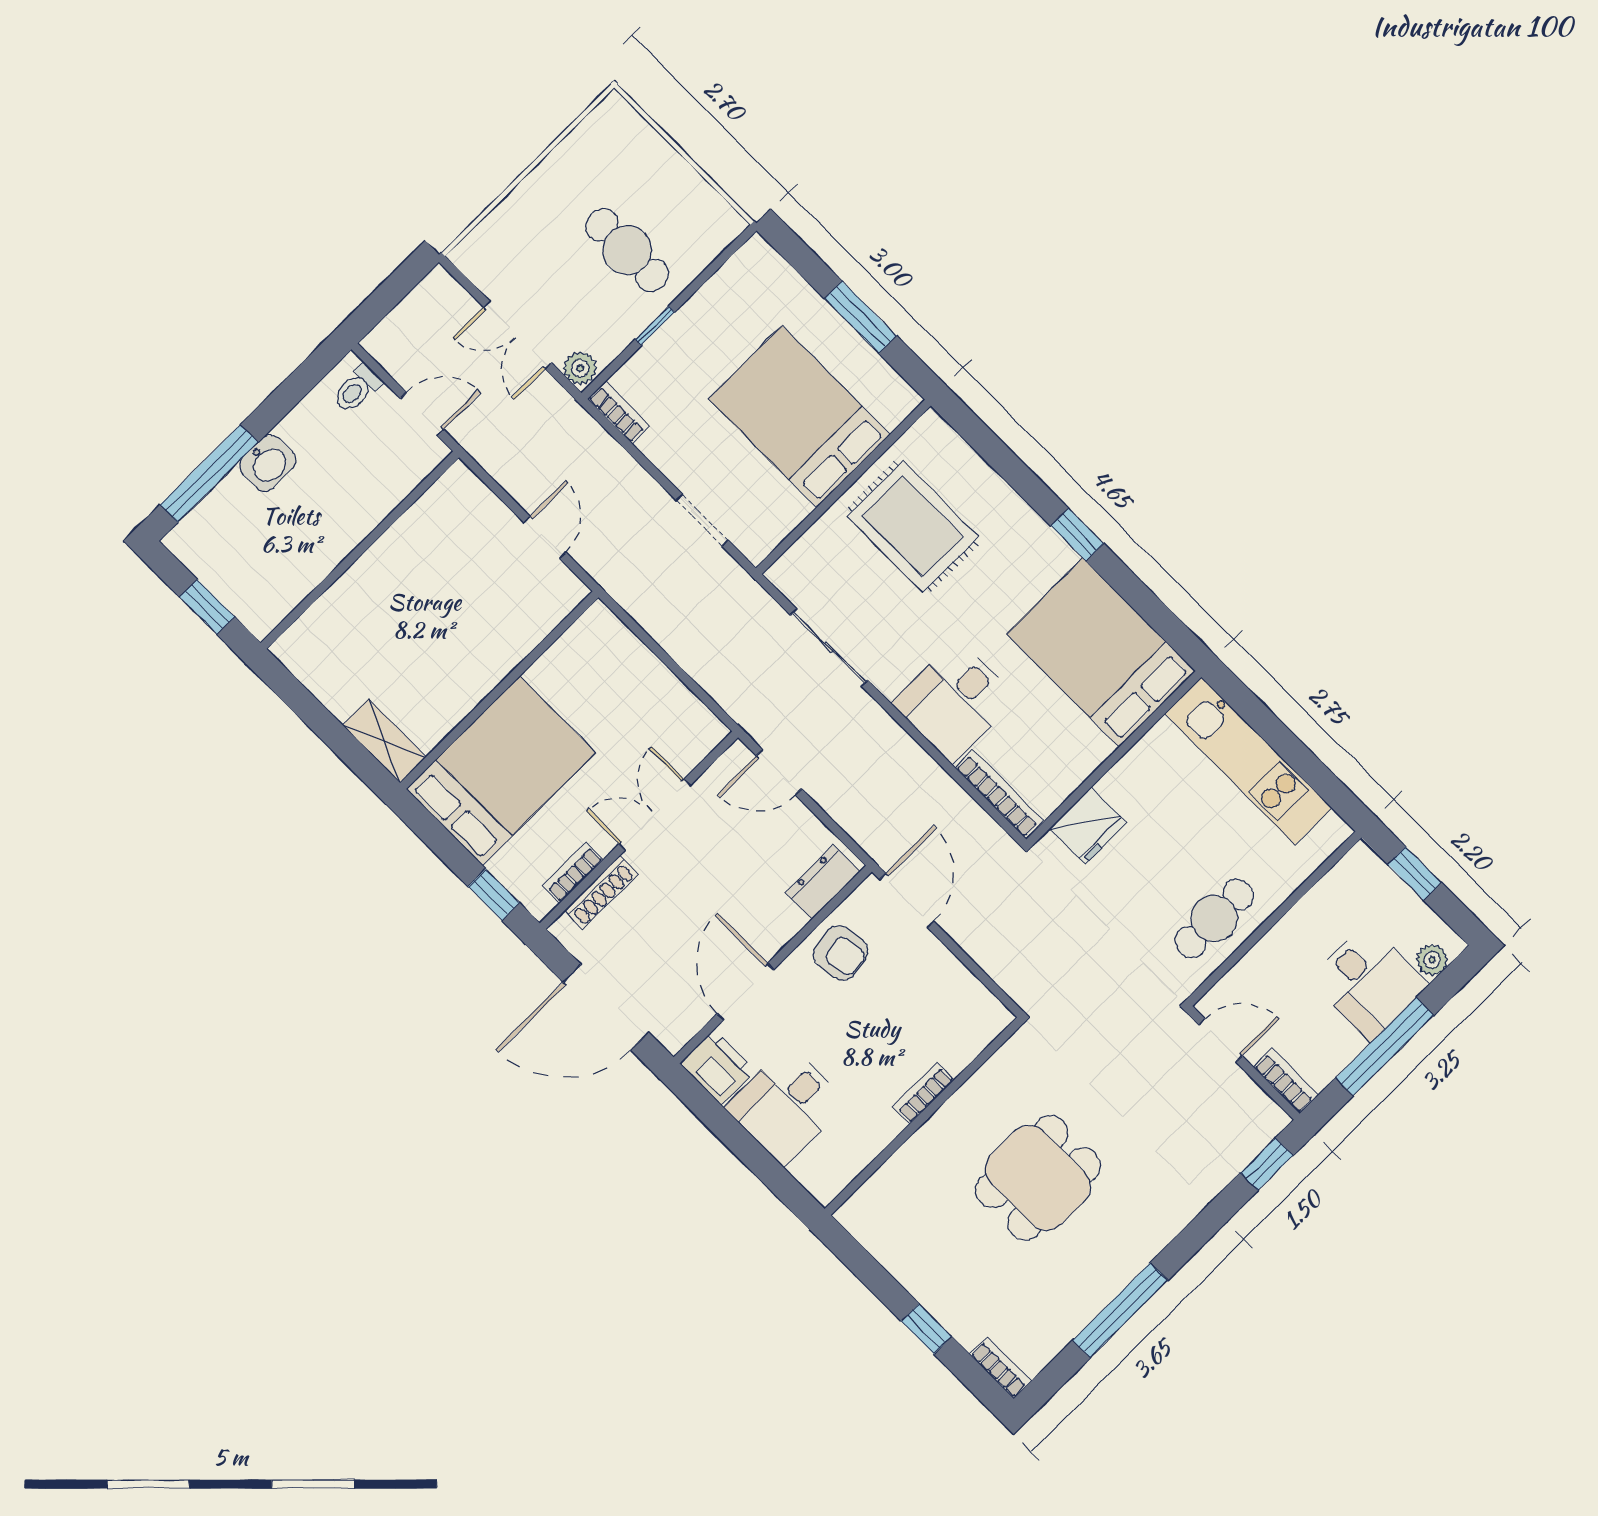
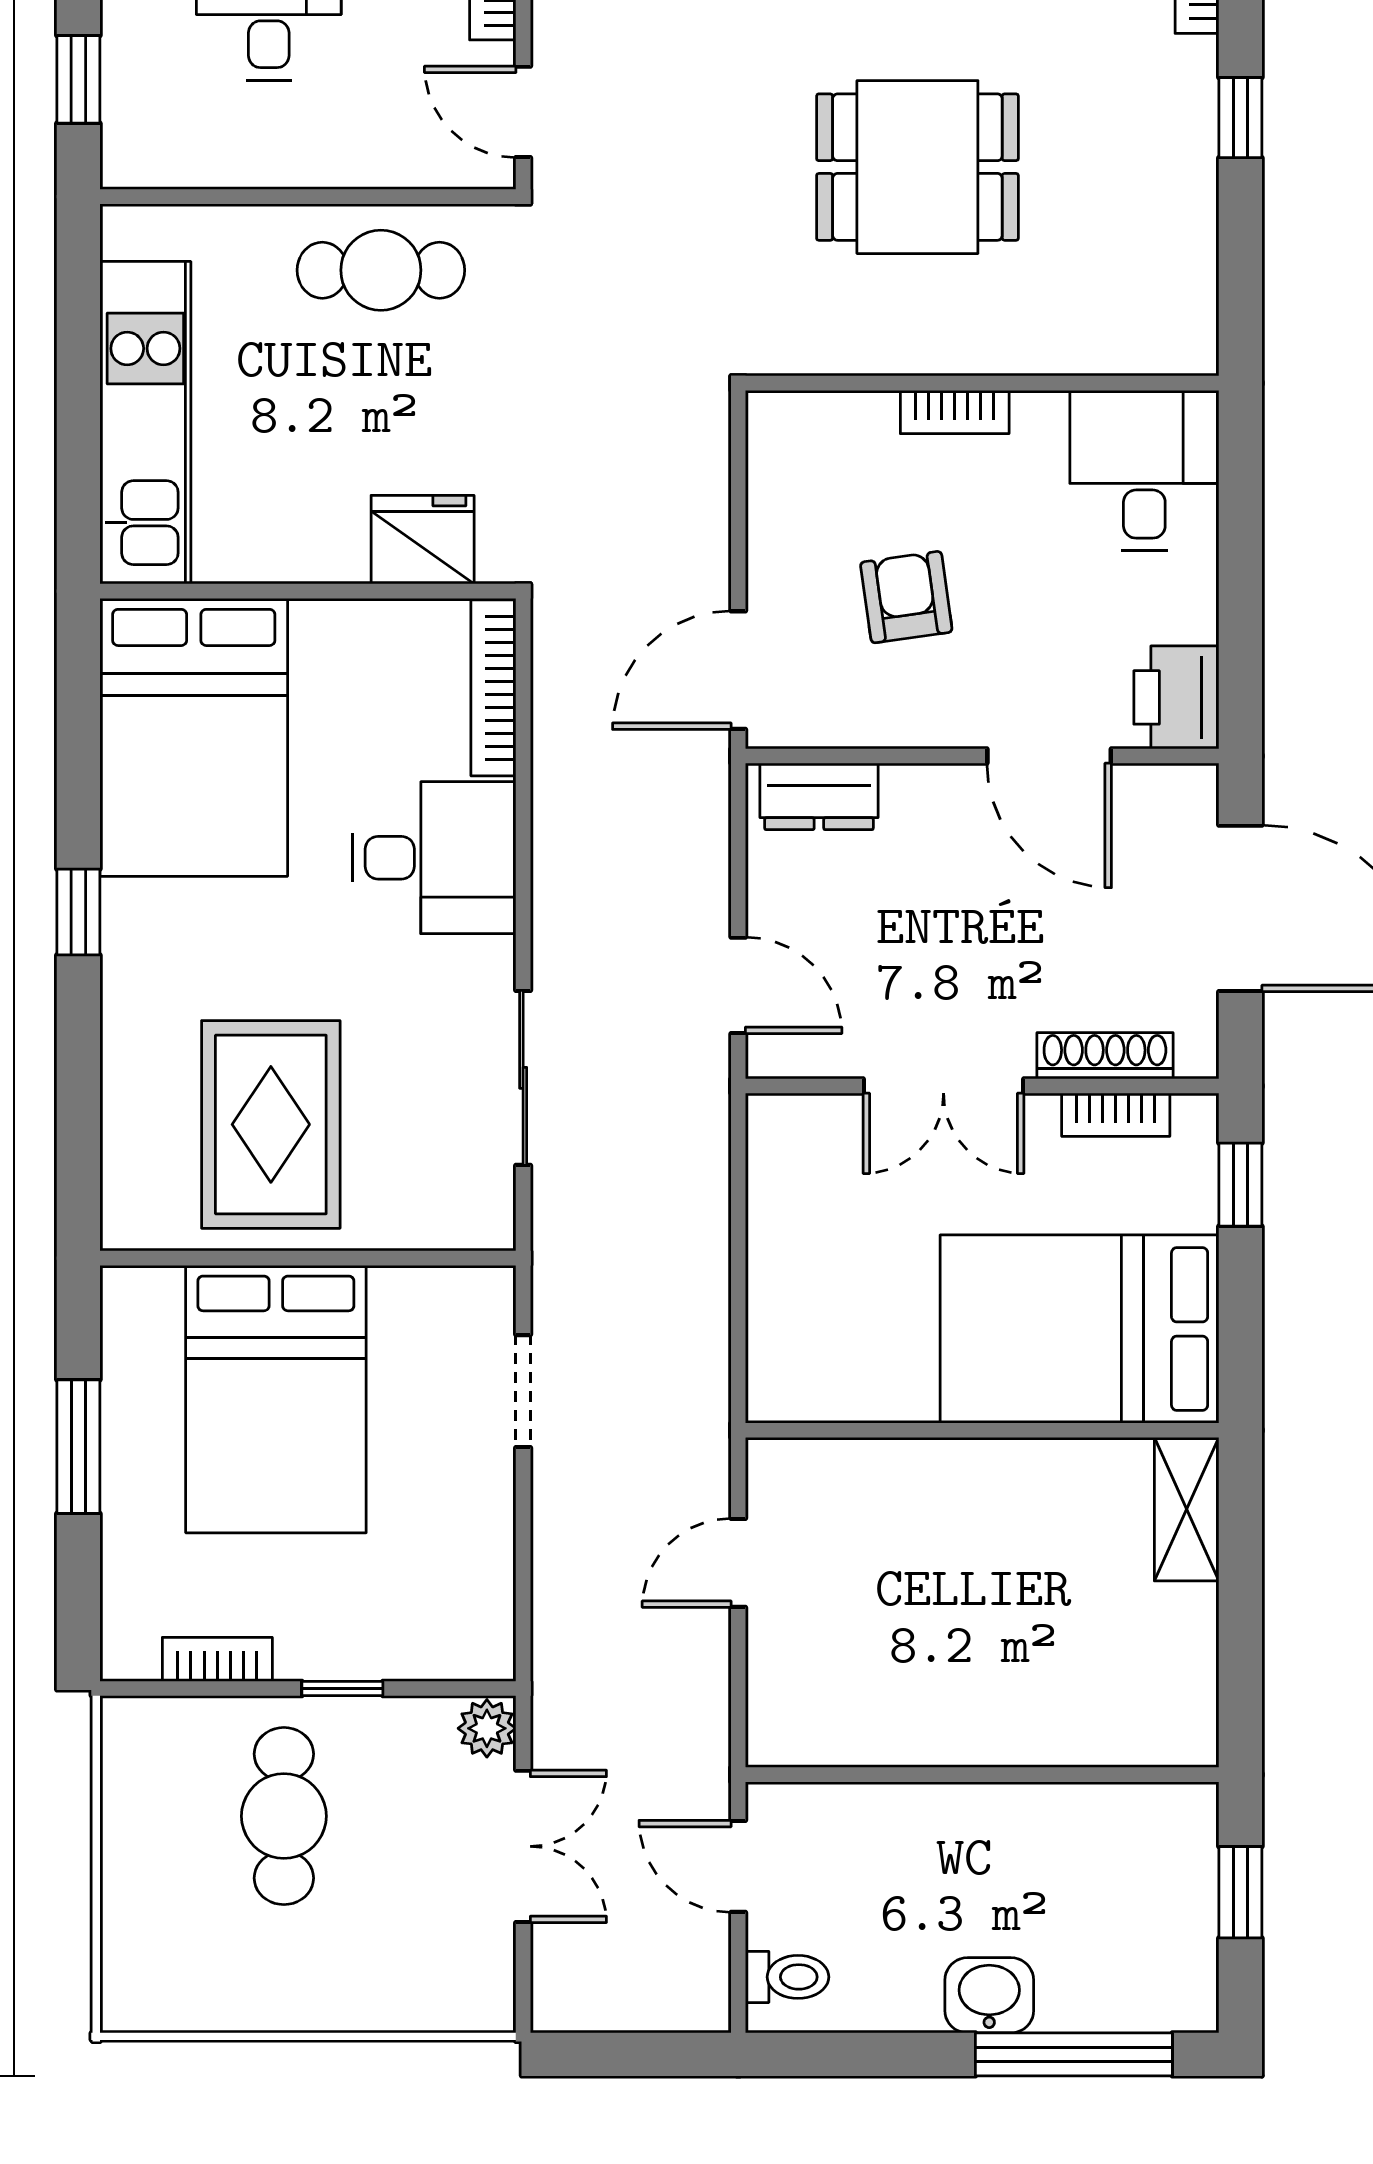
bookcase: (619, 412) -> (217, 1659), moved, turned 90
armchair: (841, 953) -> (906, 597), moved
door: (745, 992) -> (1049, 756), hinge flipped
desk: (786, 1105) -> (1144, 471), moved, turned -90

